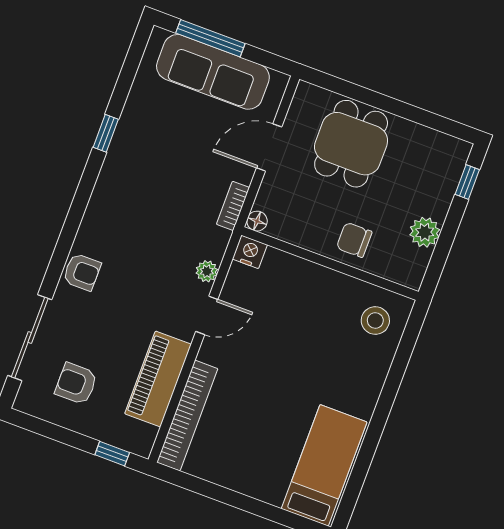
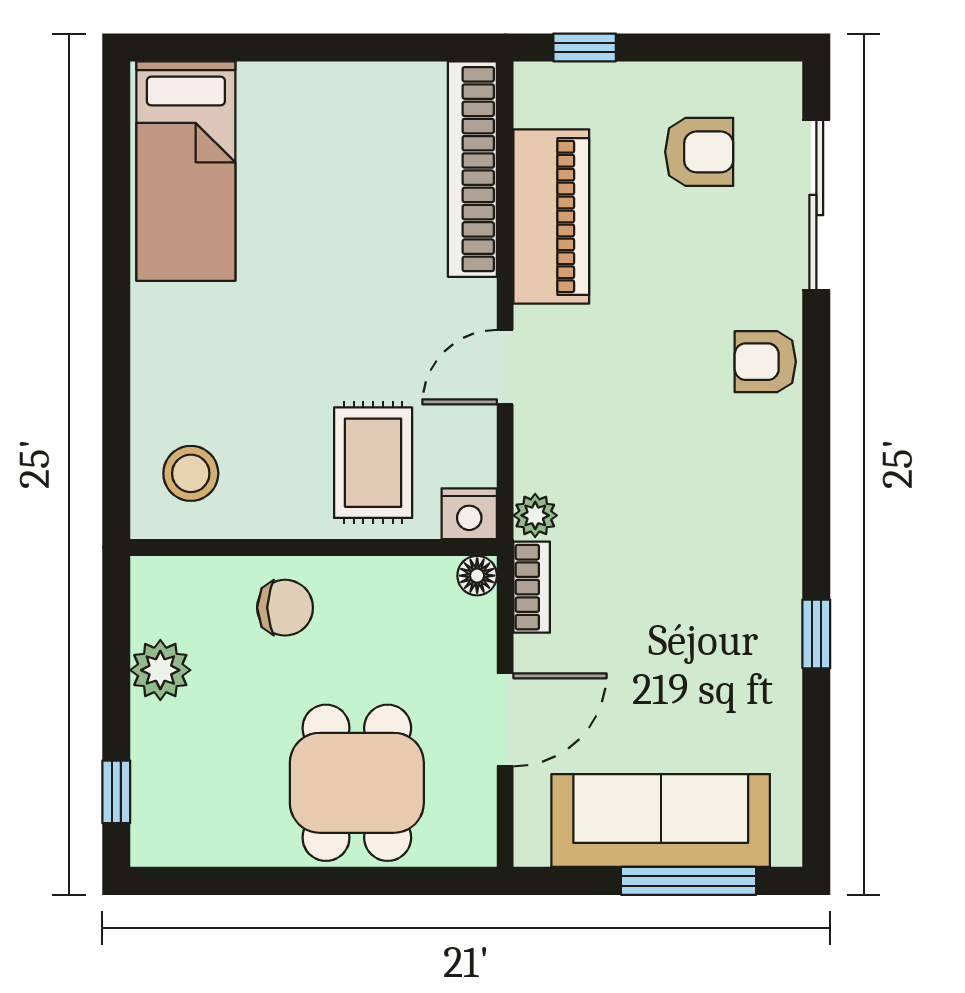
plant: (207, 271) -> (535, 515), moved
rug: (287, 293) -> (373, 463), added

